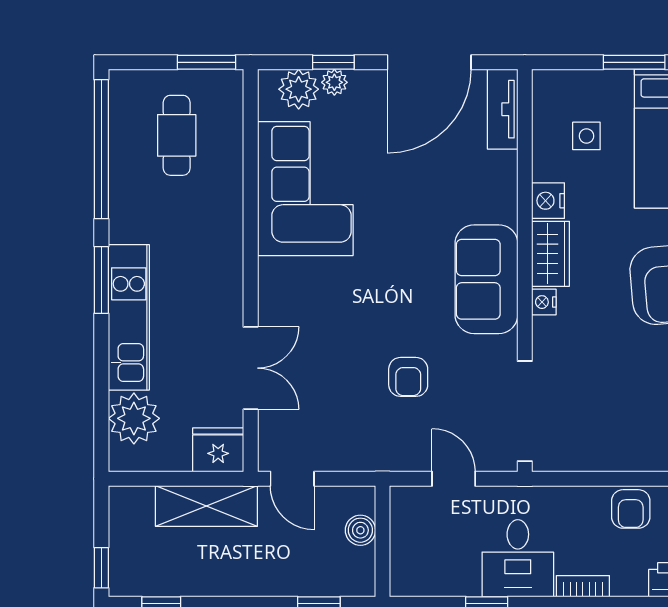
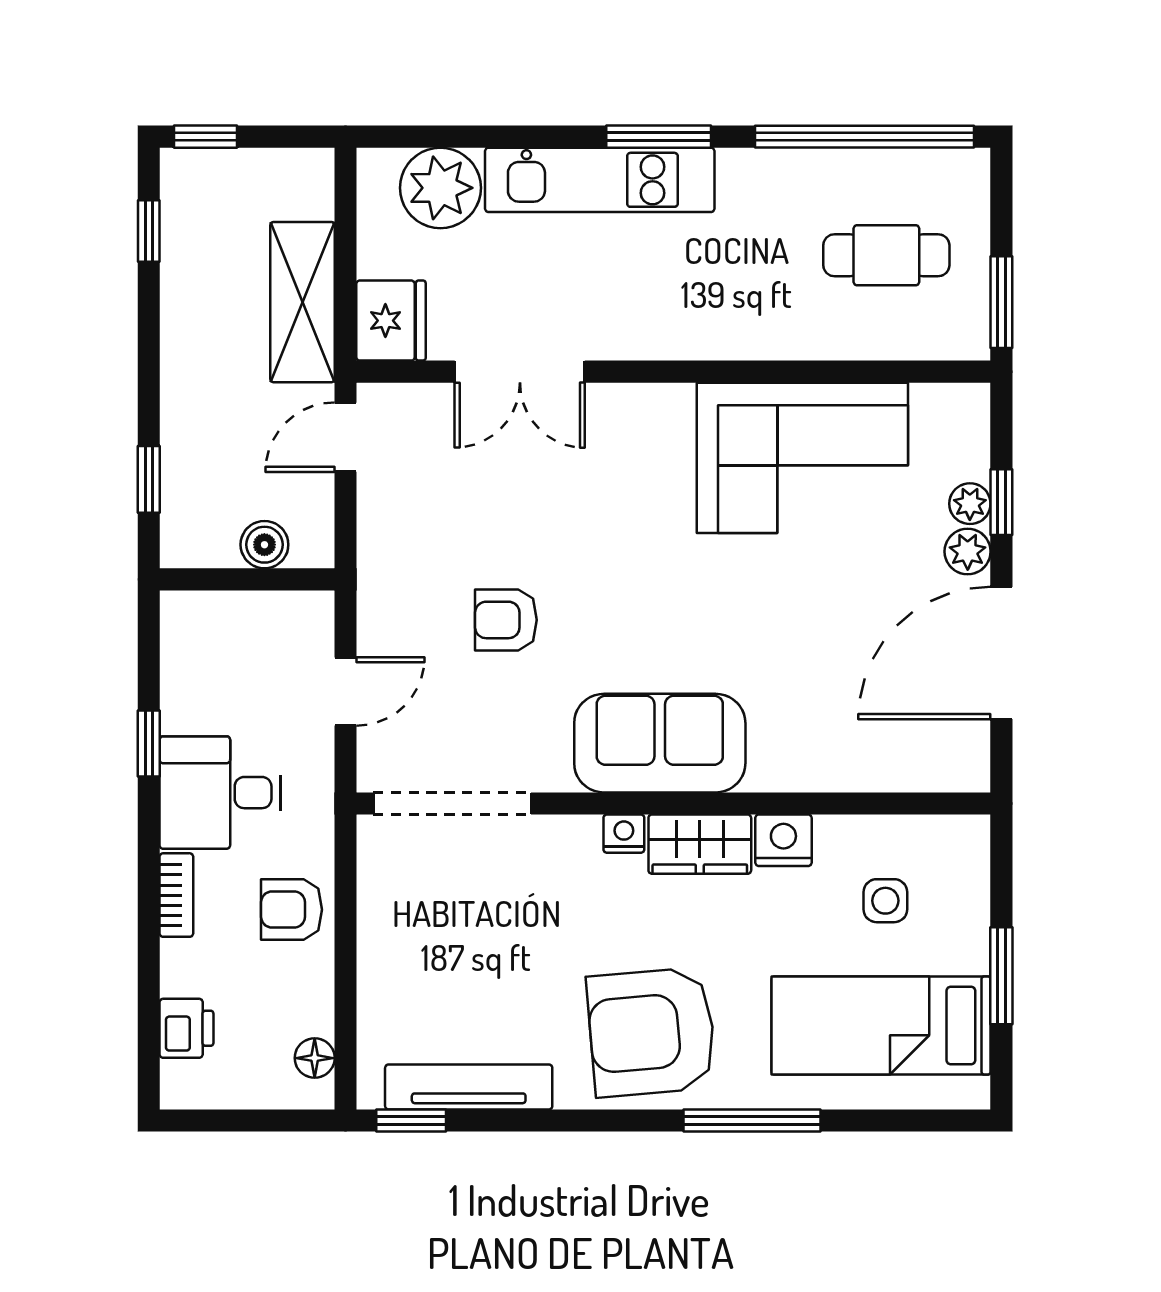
door: (429, 62) -> (1001, 653), hinge flipped
plant: (299, 89) -> (968, 551), moved, width x0.73, depth x0.73
tv unit: (503, 109) -> (928, 769), removed
armchair: (631, 509) -> (292, 910), moved

